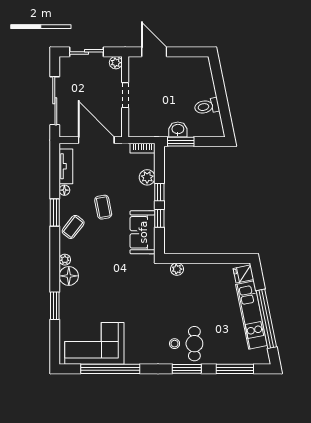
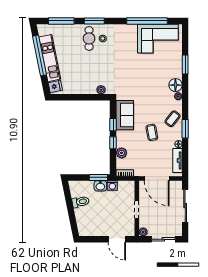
washing machine: (161, 130) -> (112, 185), added

